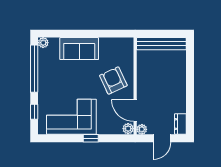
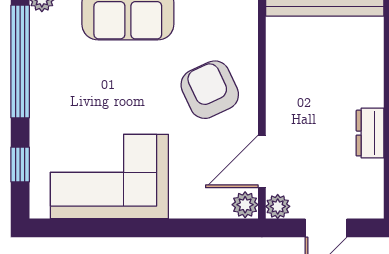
door: (135, 110) -> (262, 161), hinge flipped
dresser: (180, 124) -> (370, 133), moved
window: (91, 138) -> (156, 228), removed

